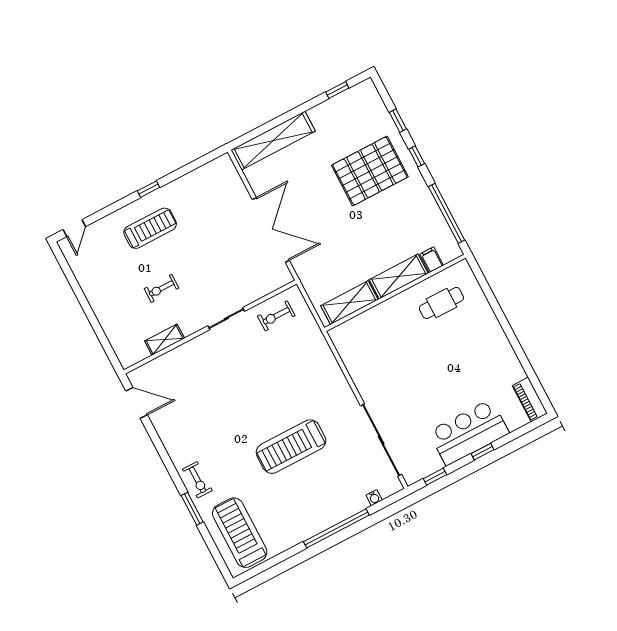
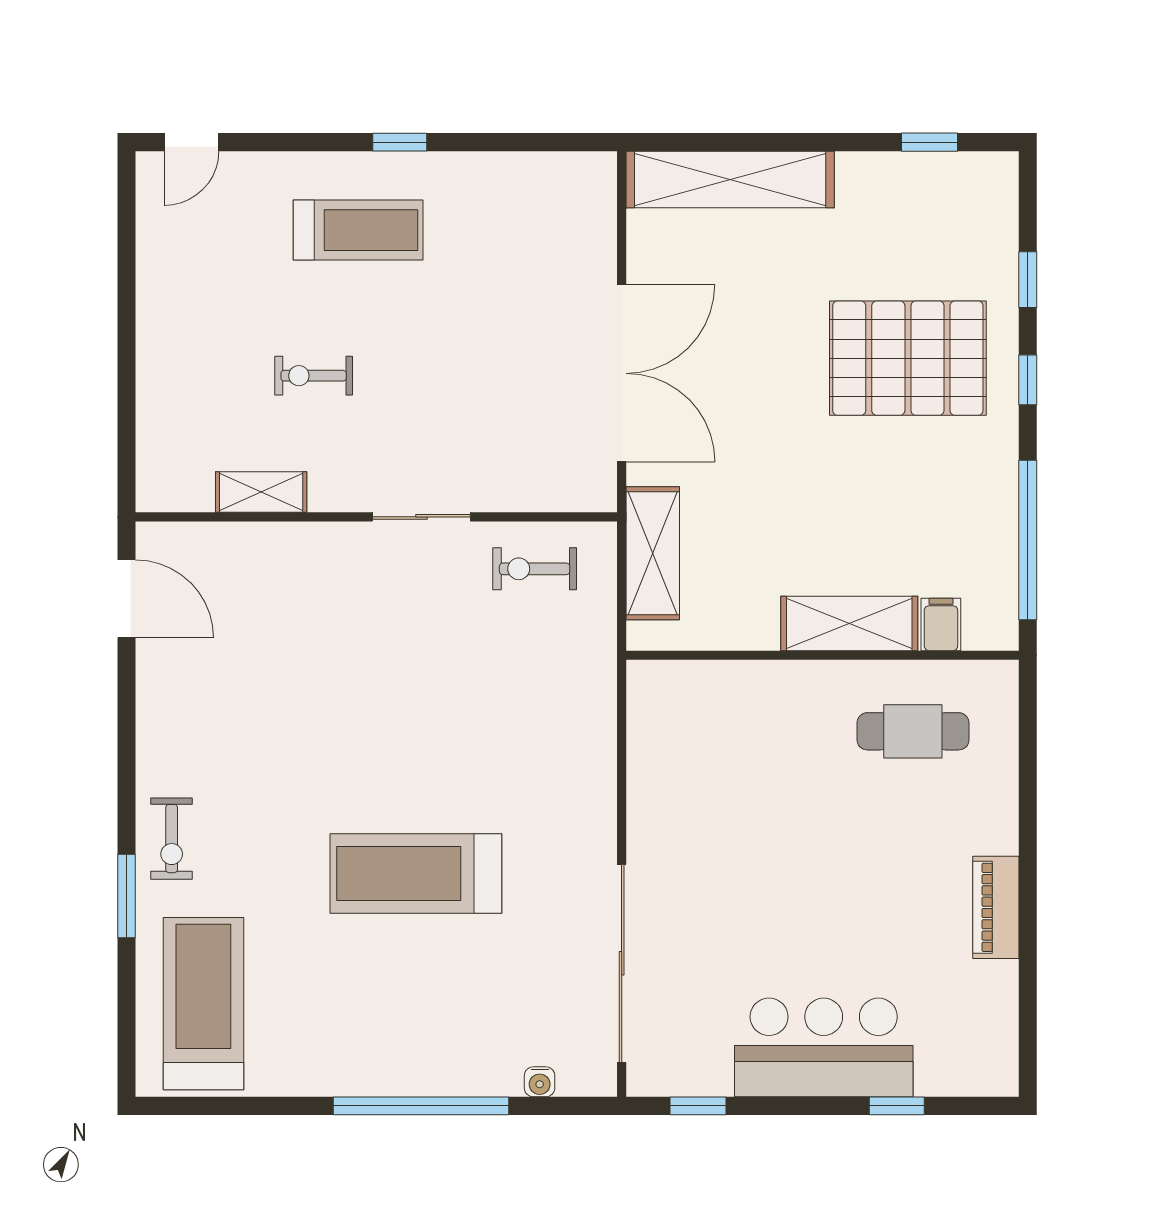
shelving: (349, 303) -> (653, 553), moved, turned 90
piano: (530, 399) -> (996, 907), moved
window: (482, 452) -> (897, 1106), moved

